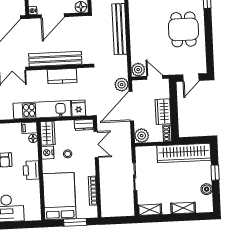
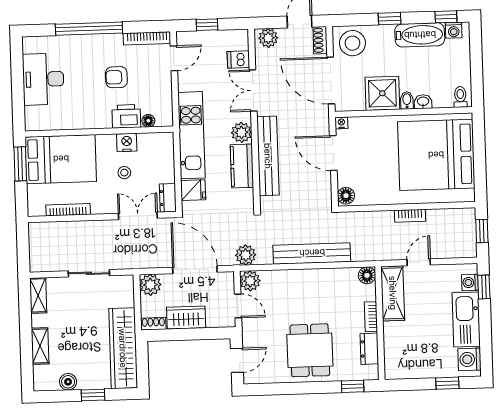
dining table: (183, 29) -> (310, 350), turned 90
plant: (40, 77) -> (241, 132), added
door: (155, 77) -> (238, 306), hinge flipped
door: (191, 78) -> (237, 360), swing flipped
plant: (122, 85) -> (246, 255), moved
filing cabinet: (29, 128) -> (165, 115), removed
wardrobe: (48, 133) -> (156, 143), removed
double door: (96, 145) -> (138, 216), swing flipped
printer: (31, 170) -> (126, 116), moved
window: (75, 222) -> (20, 164), moved

